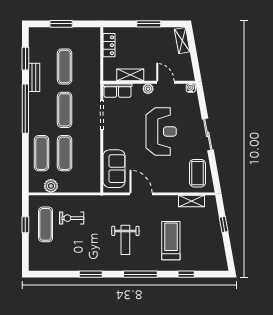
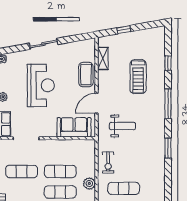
reception desk: (161, 131) -> (41, 85), turned 90
coffee table: (198, 173) -> (86, 75), moved, turned 90
exercise bike: (72, 218) -> (108, 162), moved
weight bench: (125, 240) -> (123, 126), moved
treadmill: (171, 241) -> (138, 77), turned -90

